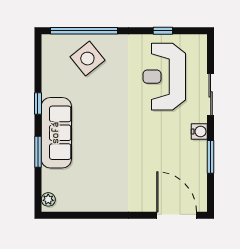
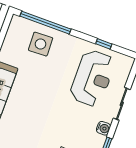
side table: (87, 59) -> (41, 44), turned 37
reception desk: (164, 77) -> (92, 78), turned 180

